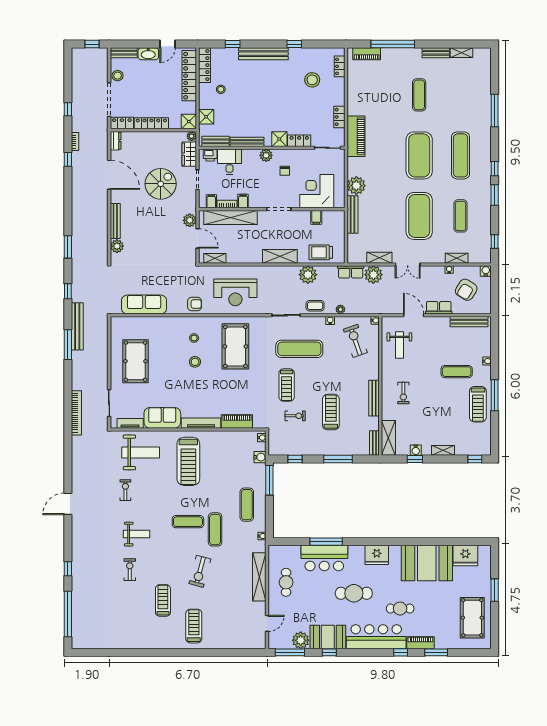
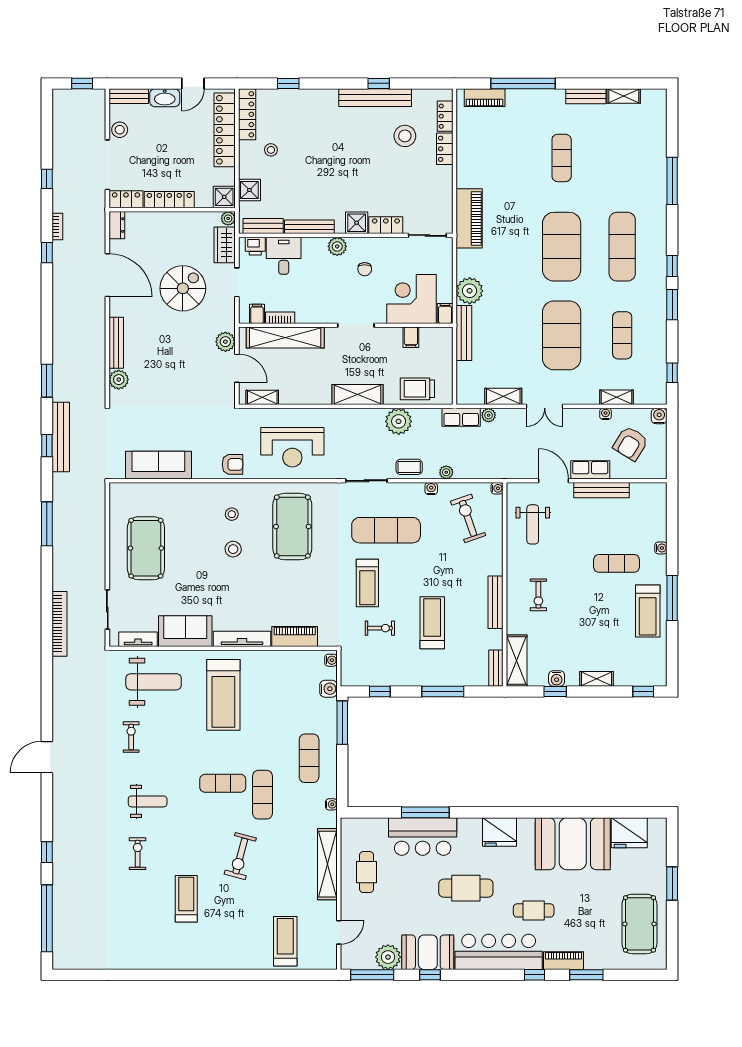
bench: (263, 54) -> (375, 98), moved
locker: (339, 117) -> (445, 149), moved
filing cabinet: (243, 201) -> (445, 313), moved
plant: (373, 275) -> (489, 415), width x0.53, depth x0.53
bench: (469, 322) -> (601, 490), moved
bench: (77, 326) -> (61, 437), moved
treadmill: (194, 626) -> (285, 941), moved

